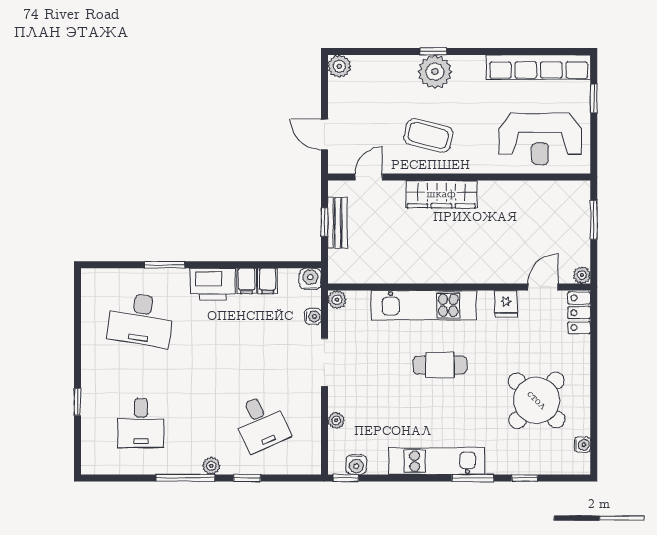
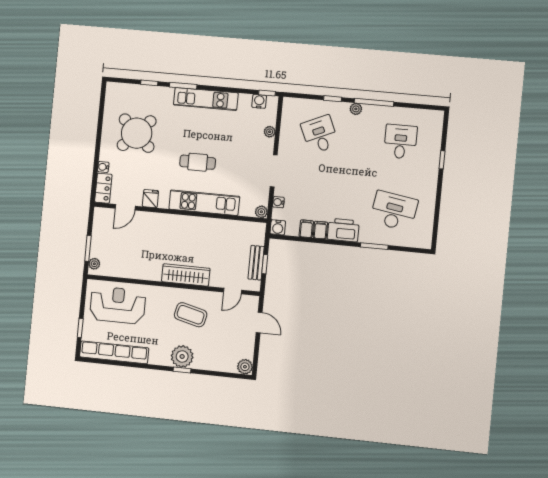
plant: (582, 275) -> (94, 264), moved
water cooler: (582, 445) -> (103, 167), moved

